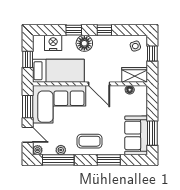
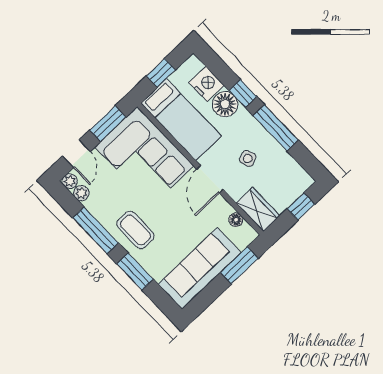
window: (104, 30) -> (276, 128), width x2.17
floor lamp: (84, 43) -> (225, 104), moved
side table: (135, 46) -> (248, 158), moved
window: (152, 133) -> (239, 265), moved
sofa: (136, 135) -> (200, 268), width x1.36
plant: (61, 150) -> (81, 193), moved
window: (58, 160) -> (96, 230), moved

